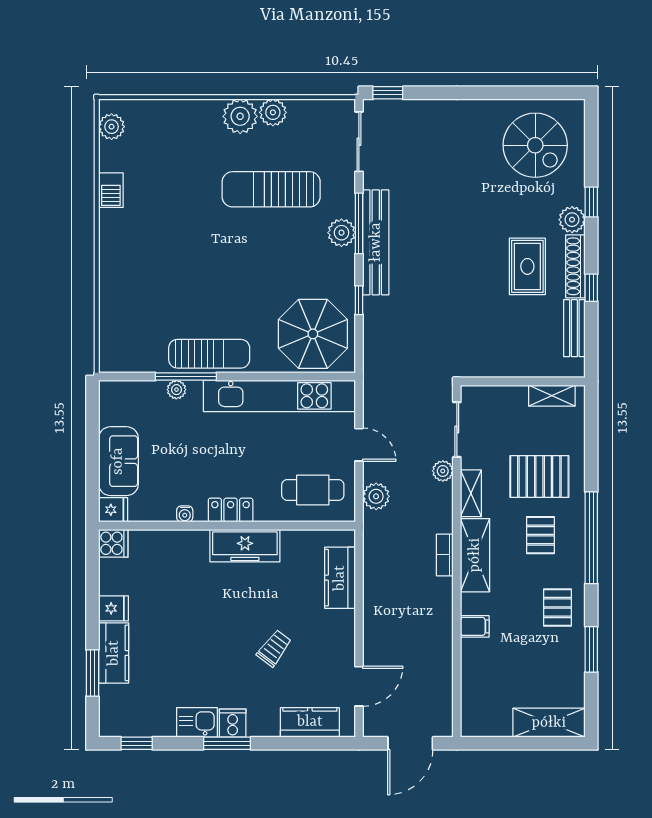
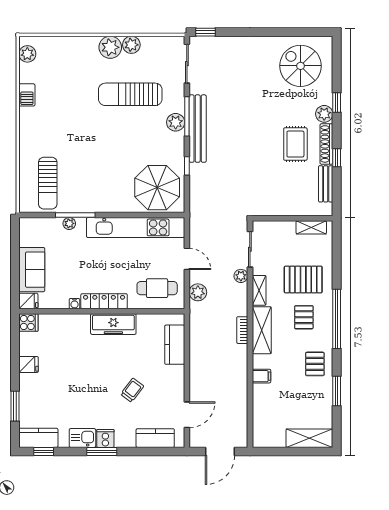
spiral stairs: (535, 145) -> (300, 66), turned 180
sun lounger: (209, 354) -> (48, 183), moved, turned 90
locker: (231, 510) -> (104, 301), width x1.53
kitchen counter: (114, 653) -> (38, 438), moved, turned -90

